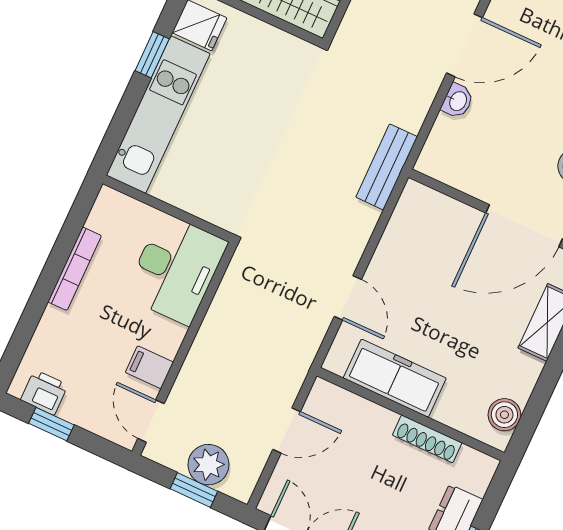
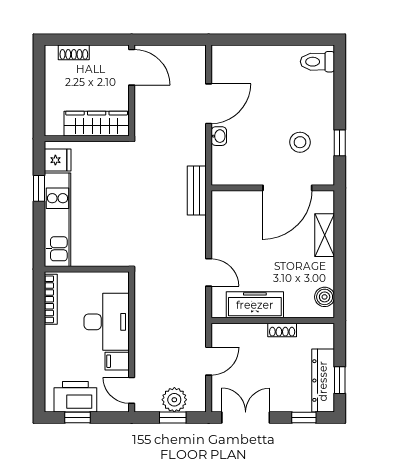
bookcase: (75, 269) -> (51, 299), moved
desk: (176, 269) -> (107, 322), moved
printer: (44, 392) -> (75, 397), width x1.87, depth x1.48
shoe rack: (427, 439) -> (282, 330), width x0.70

